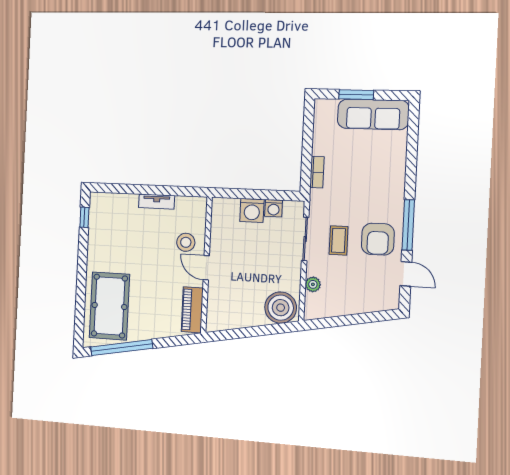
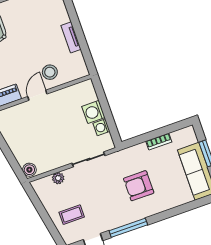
bookcase: (317, 172) -> (159, 142), moved
armchair: (378, 239) -> (139, 186), moved
coffee table: (339, 240) -> (72, 215), moved
boiler: (281, 308) -> (29, 170), width x0.54, depth x0.54

